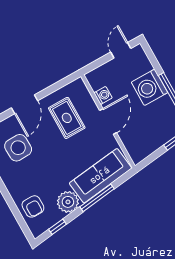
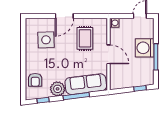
washing machine: (103, 95) -> (114, 23), moved
door: (108, 122) -> (108, 54), hinge flipped

